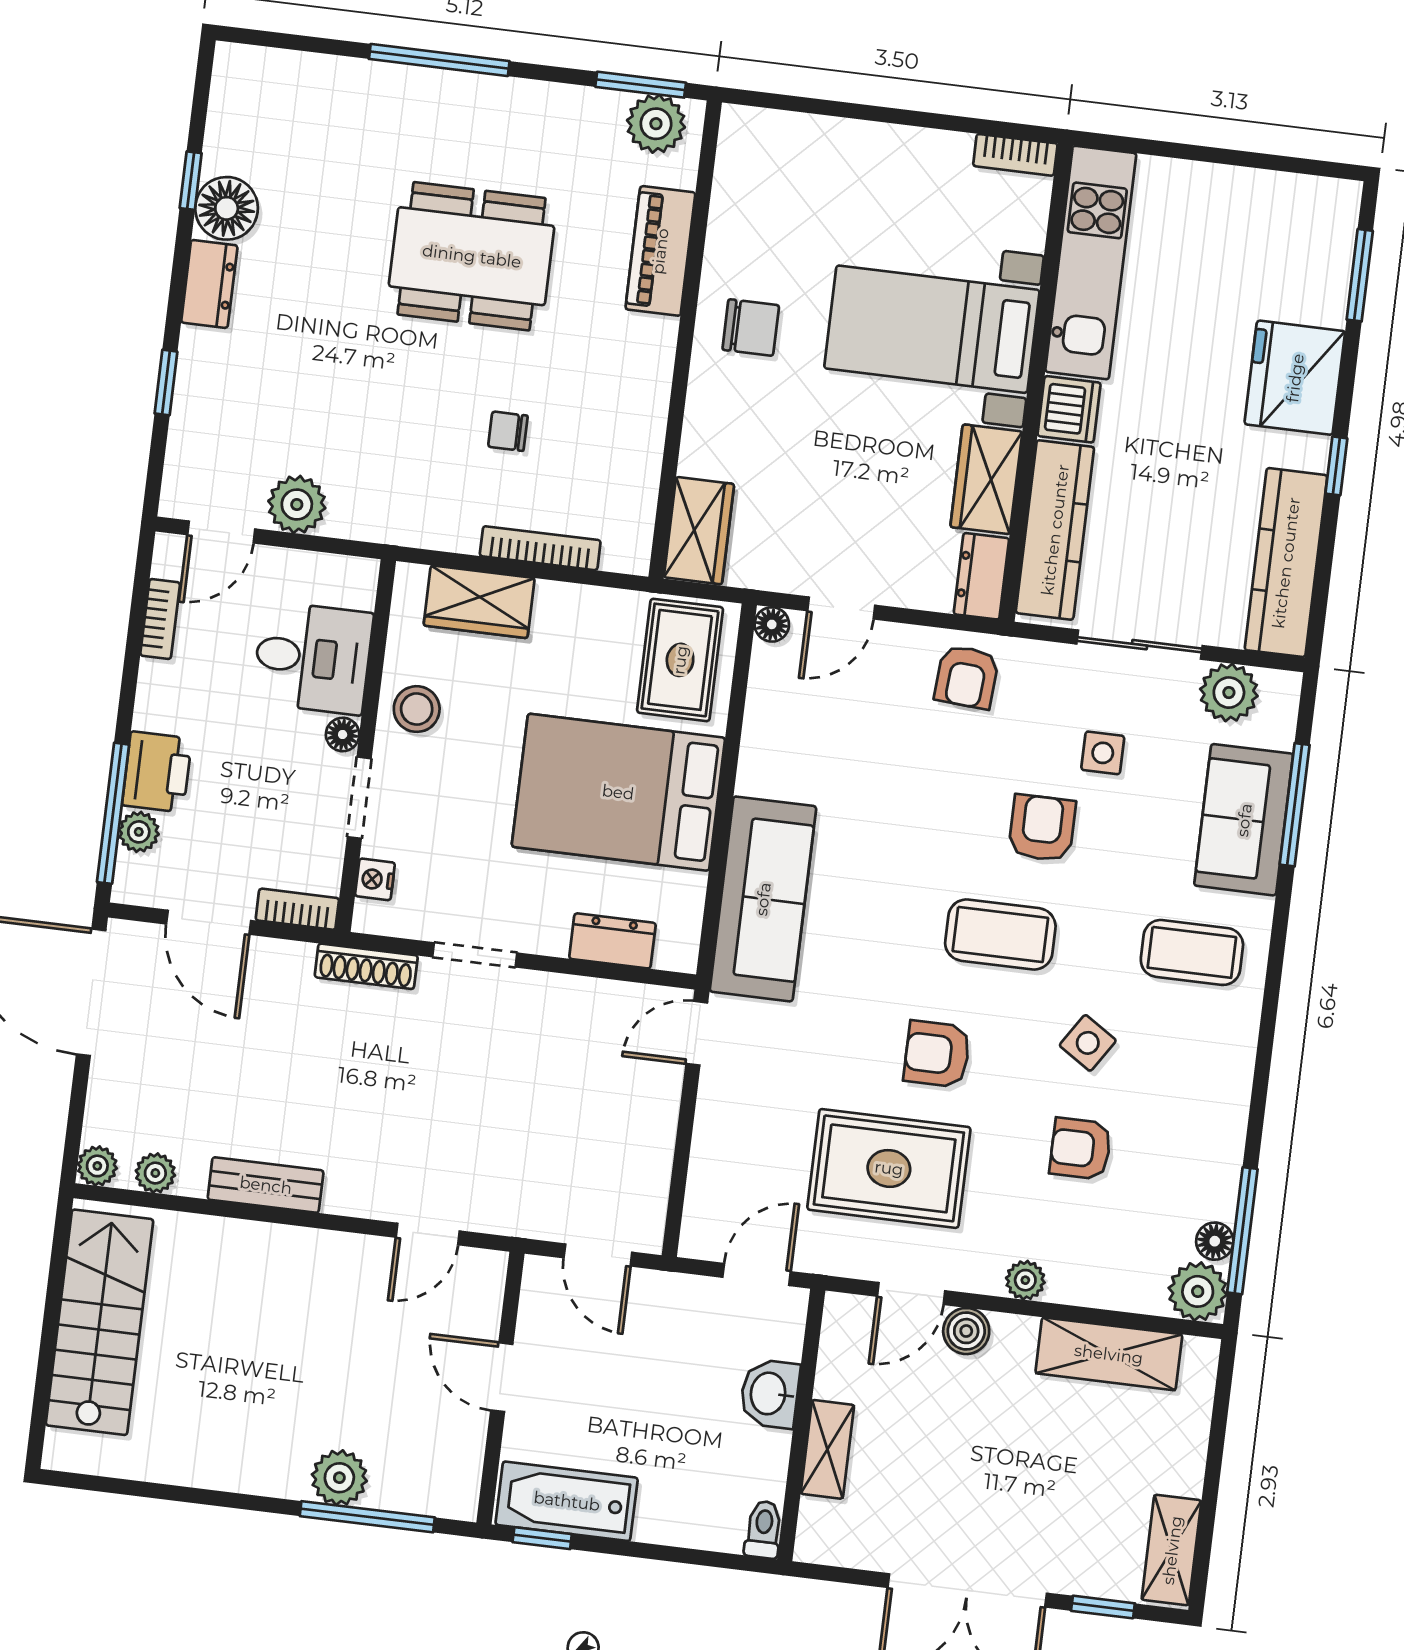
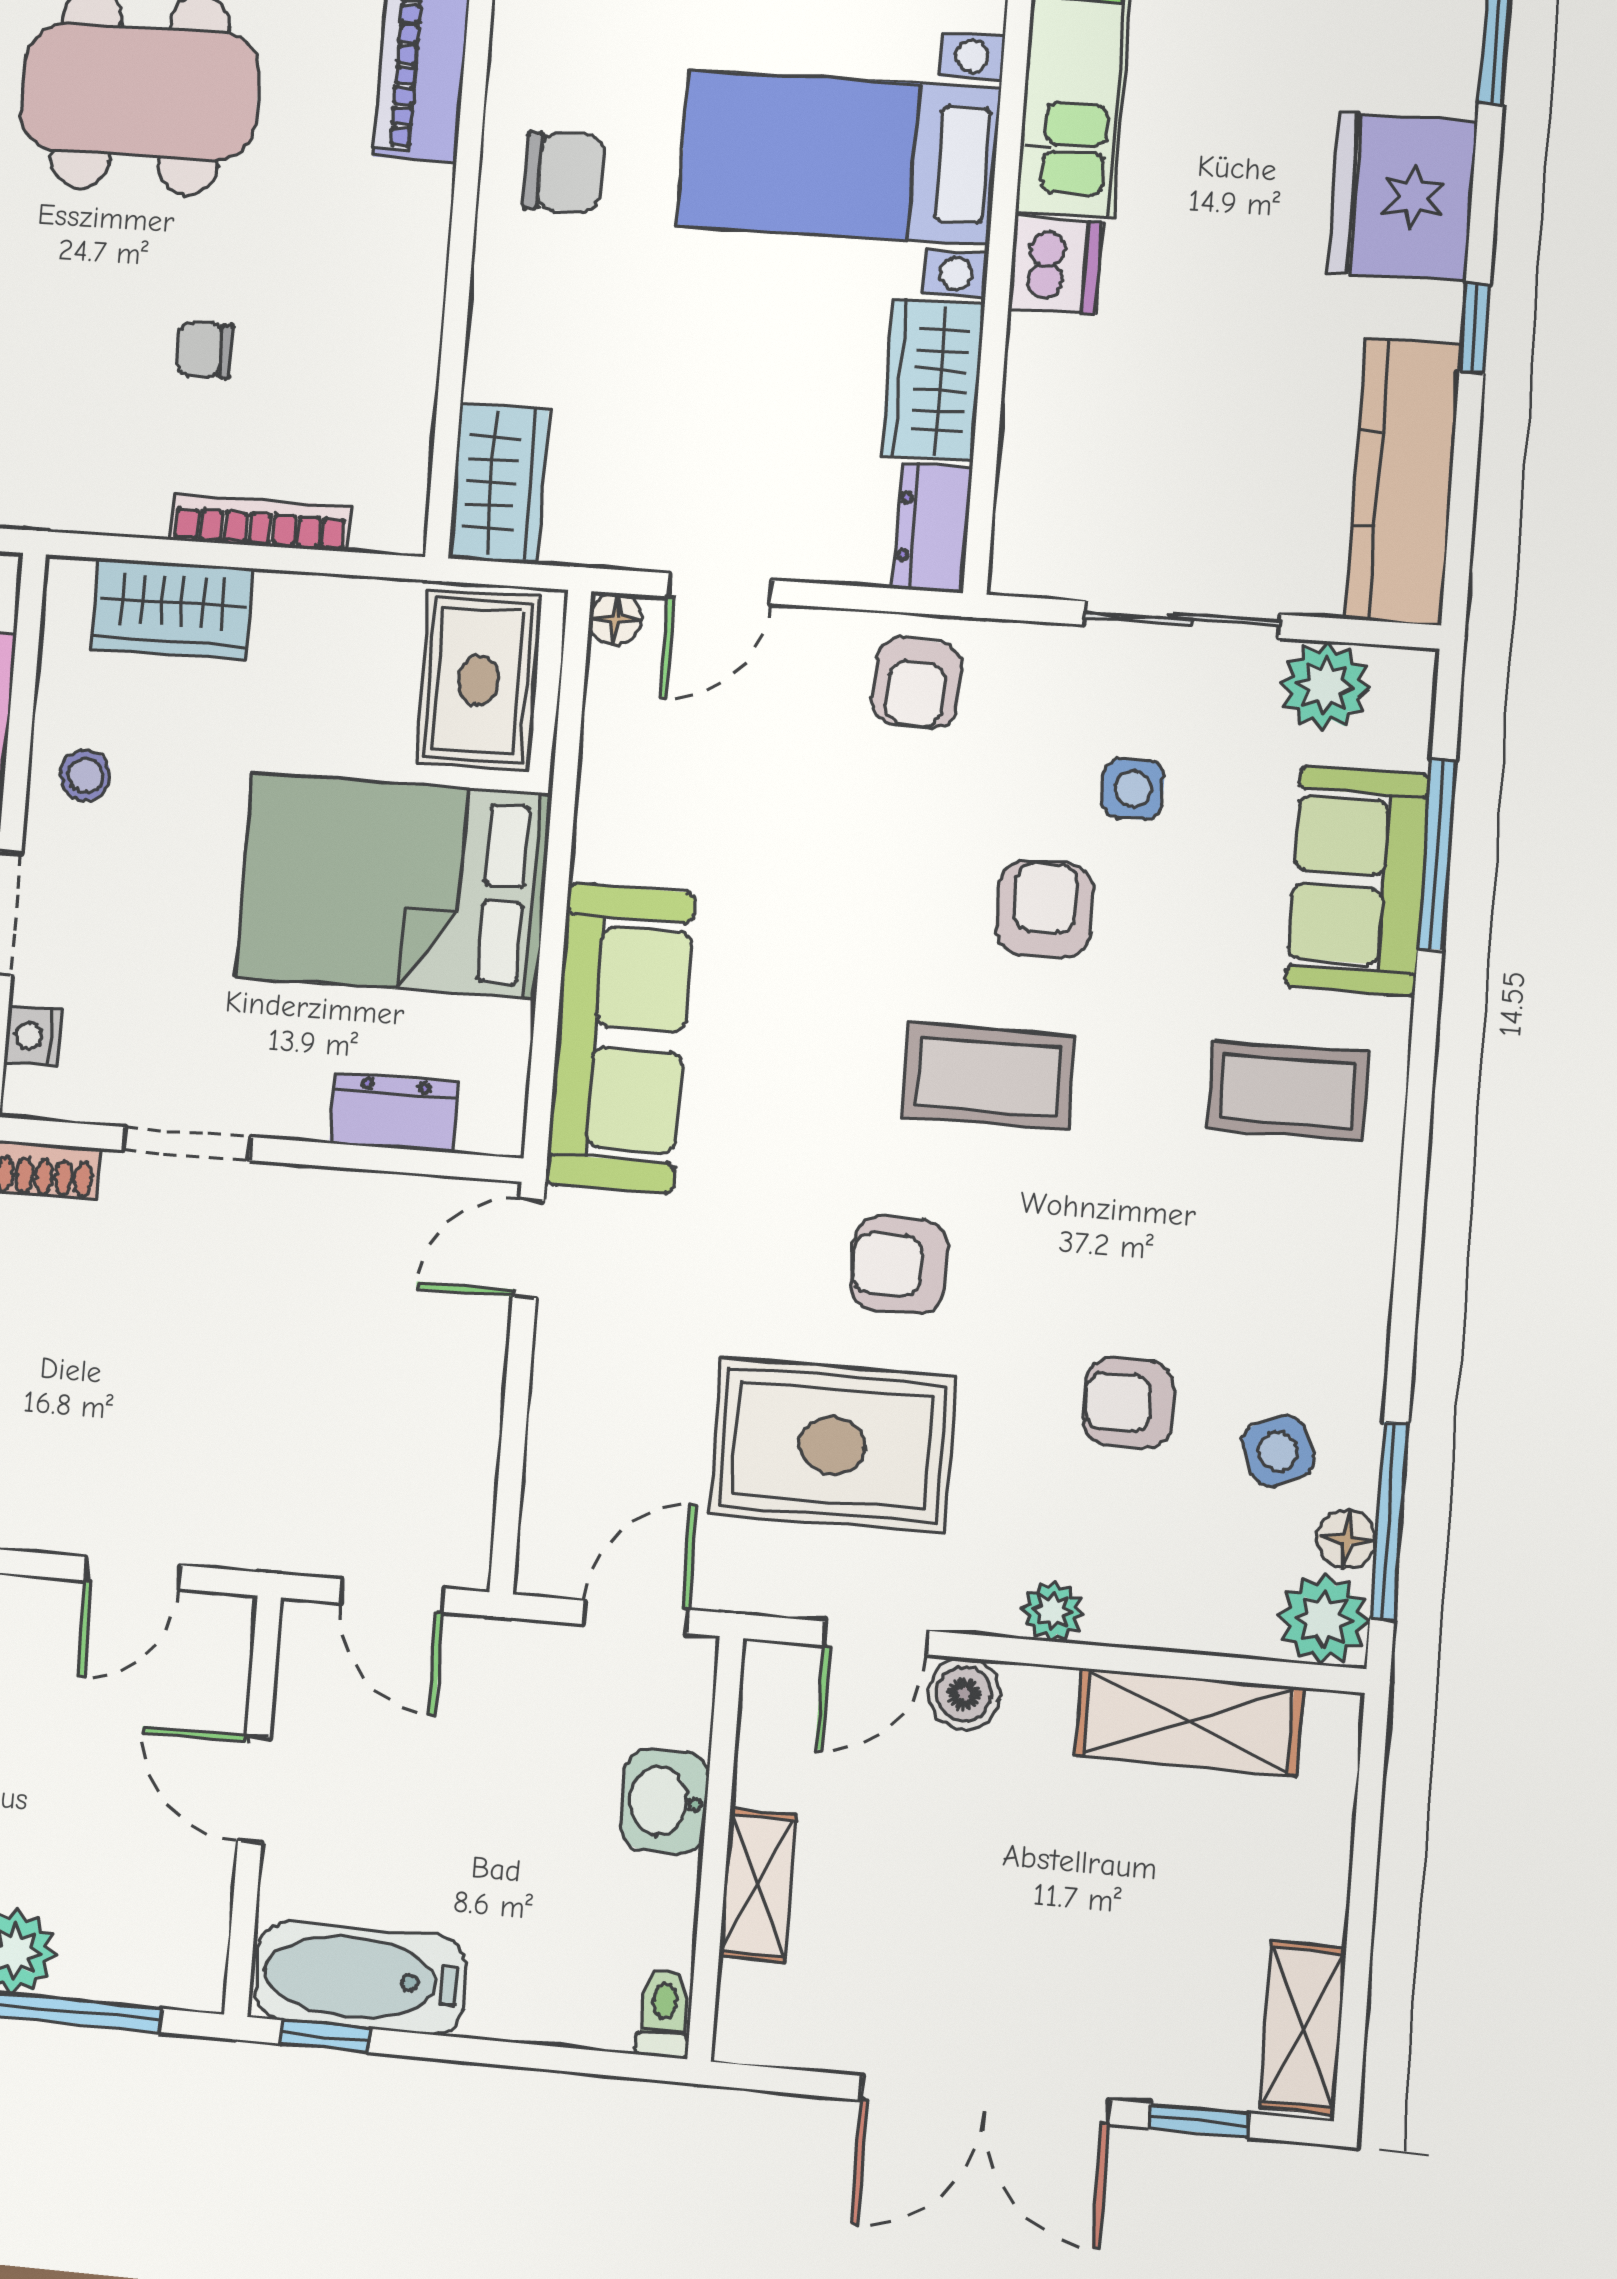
kitchen counter: (1055, 530) -> (1042, 451), removed
stool: (417, 709) -> (85, 775), width x0.73, depth x0.73
side table: (1088, 1043) -> (1278, 1451), moved, turned 34

